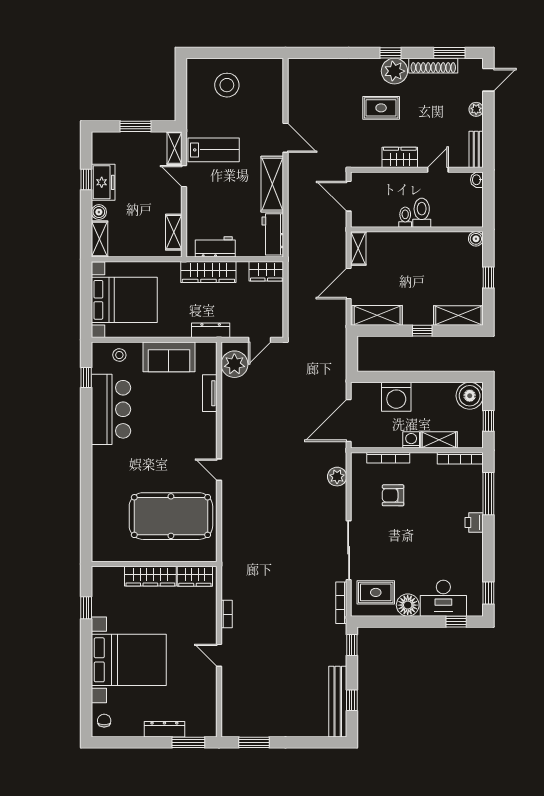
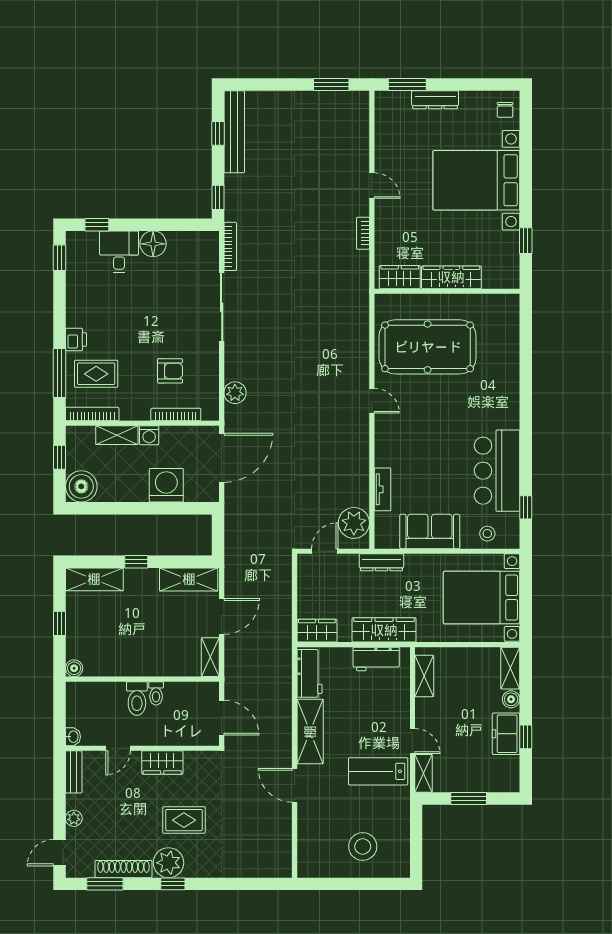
rug: (376, 592) -> (96, 374), moved
desk: (443, 598) -> (119, 252), width x0.73

